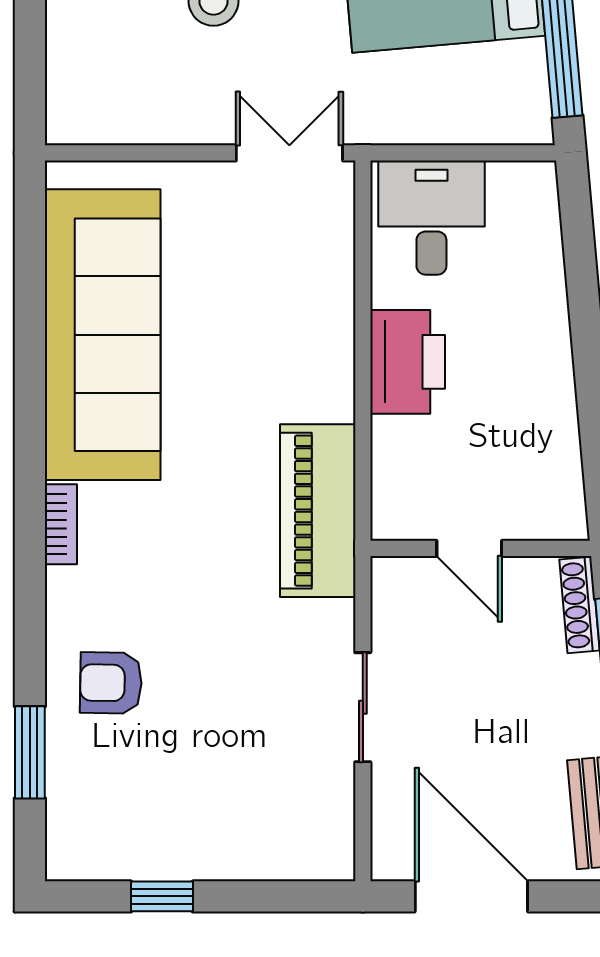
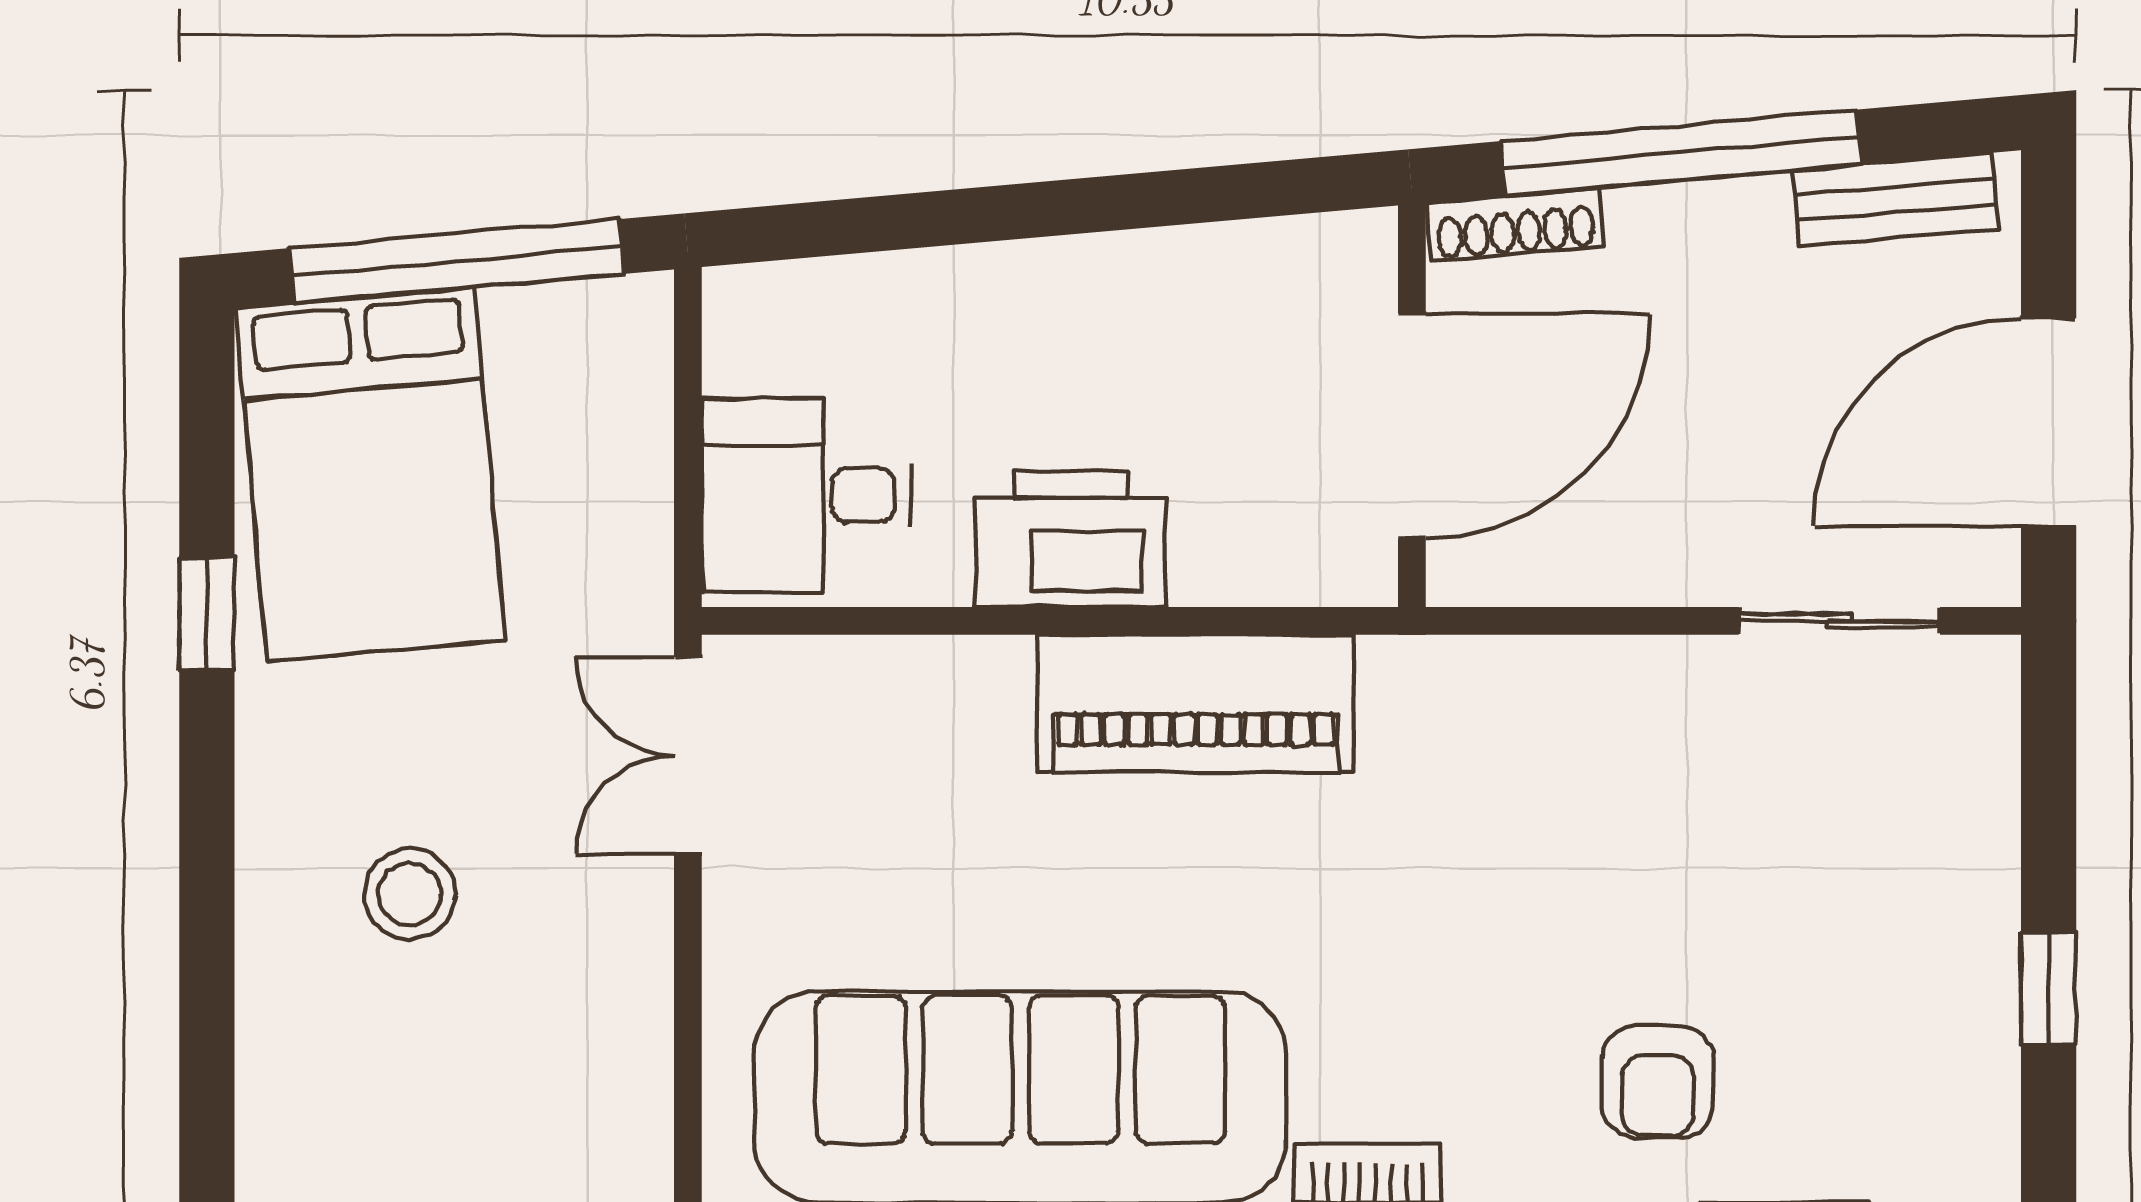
piano: (318, 511) -> (1196, 703), moved
door: (469, 548) -> (1412, 426), width x1.88
sliding door: (363, 707) -> (1839, 621), moved

